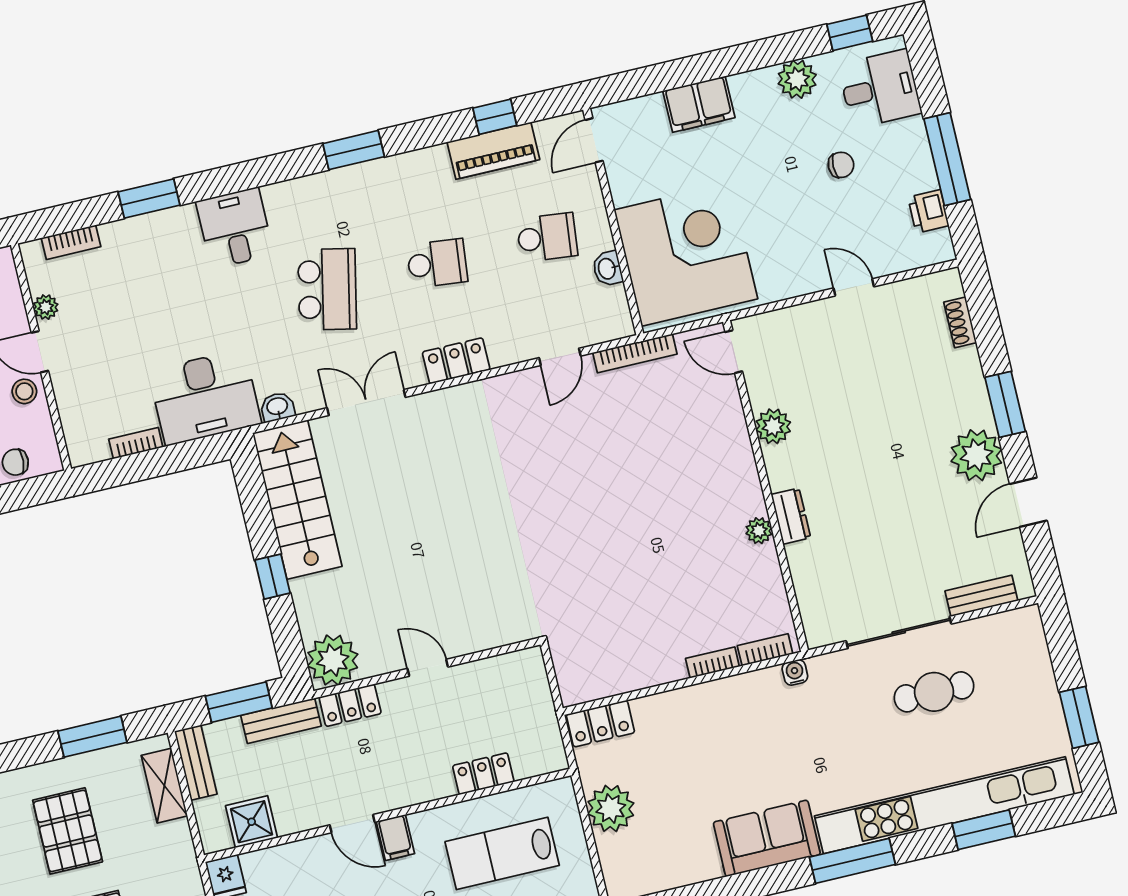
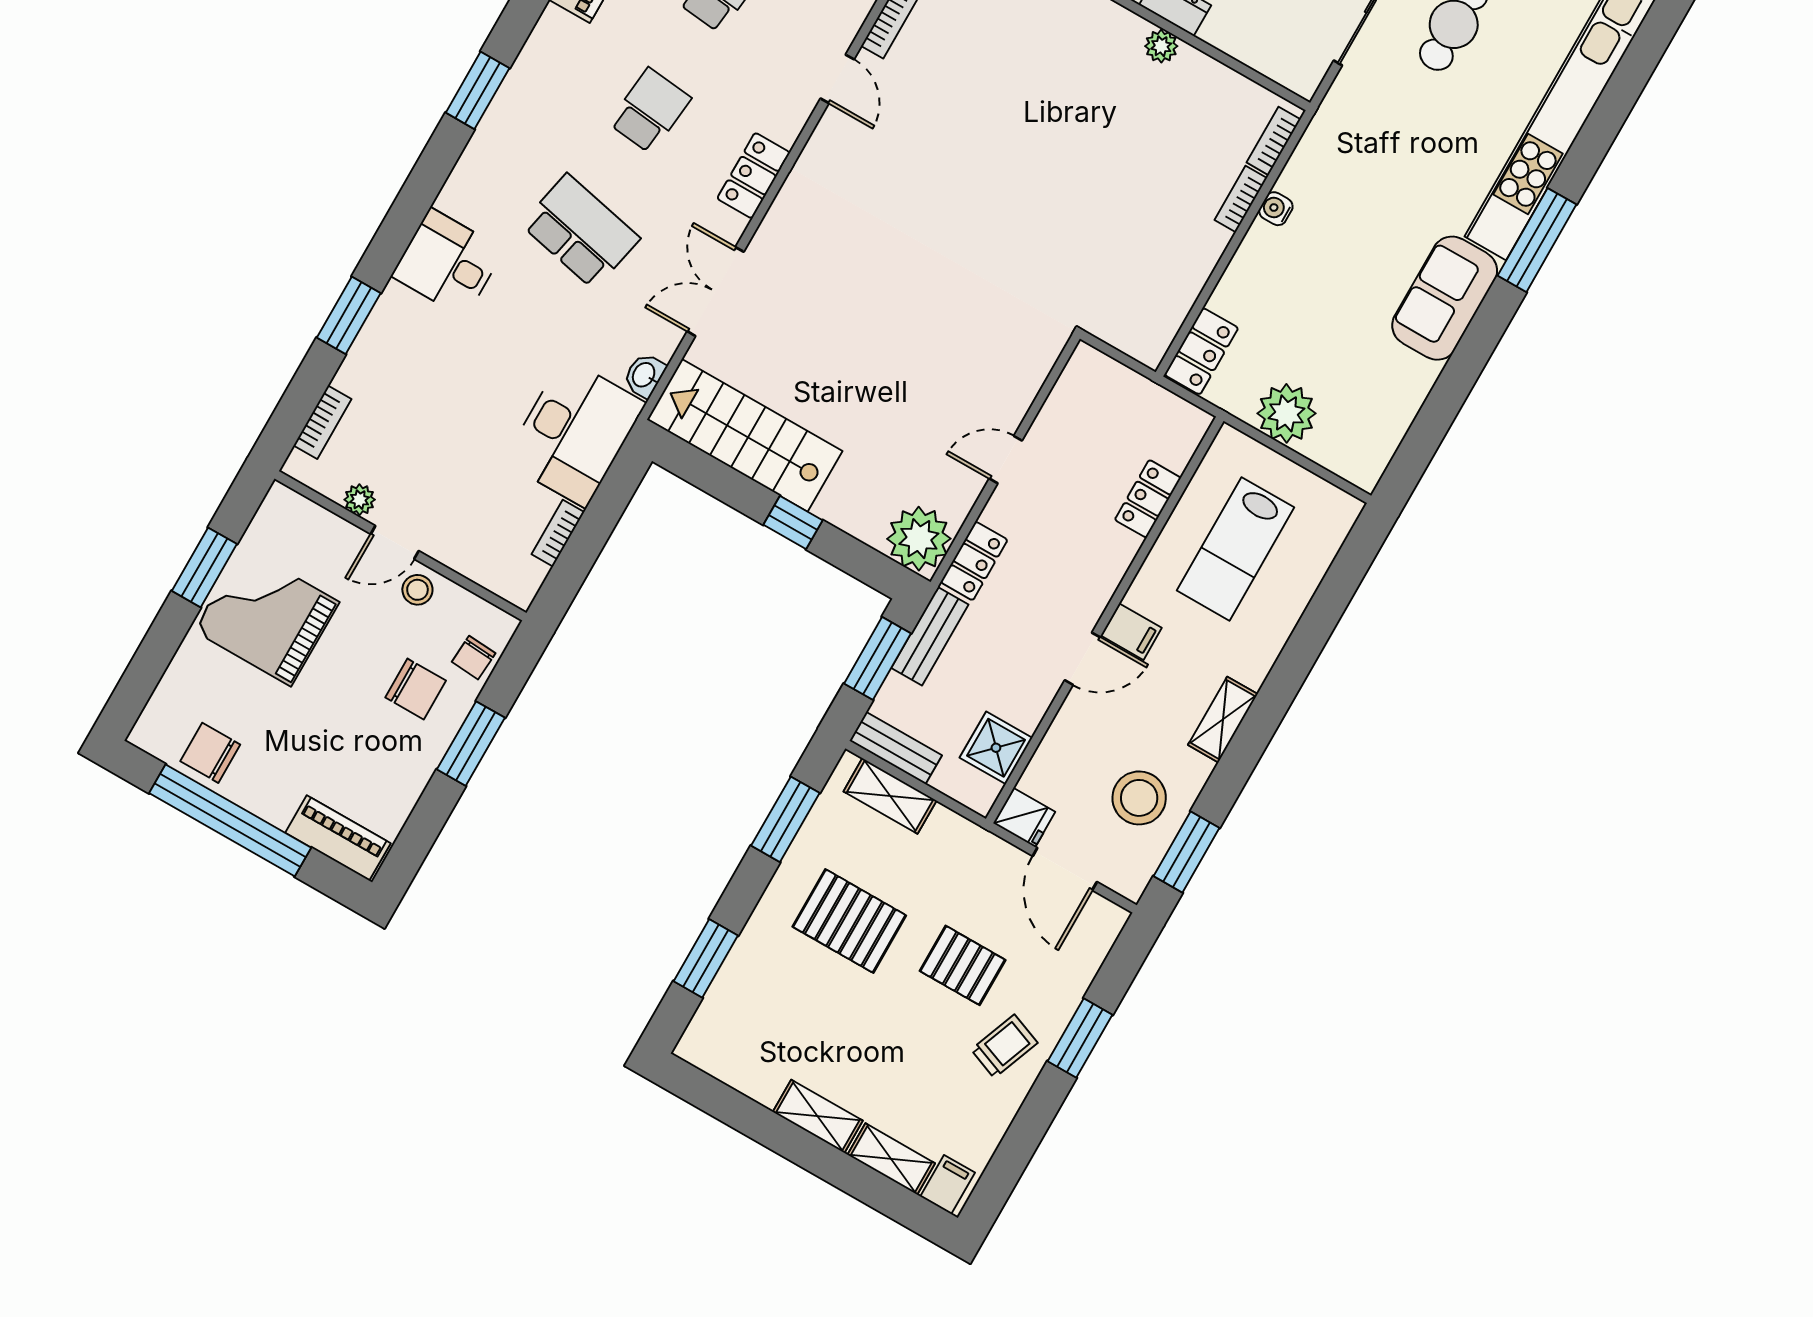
water cooler: (795, 672) -> (1276, 209), moved
window: (984, 830) -> (1620, 96), removed

